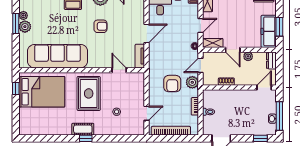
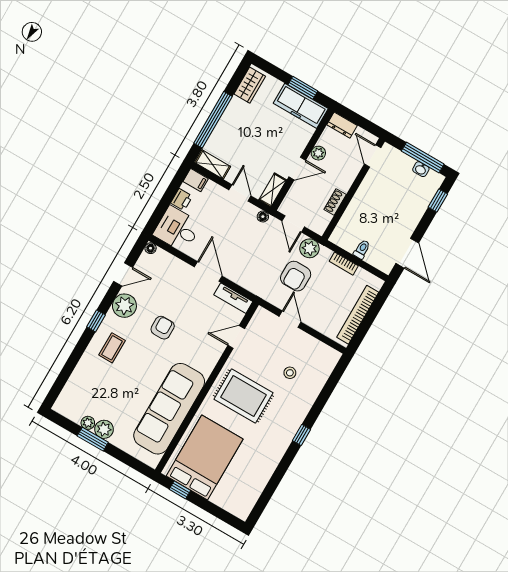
armchair: (172, 84) -> (296, 276), turned 90
door: (147, 113) -> (290, 319), moved
cot: (83, 129) -> (287, 432), removed

